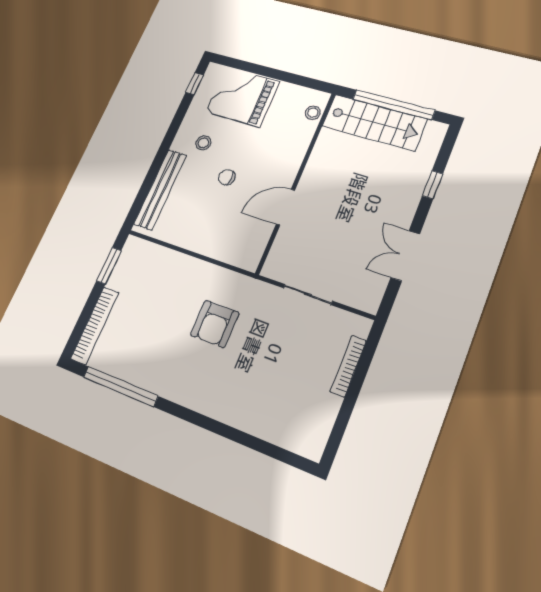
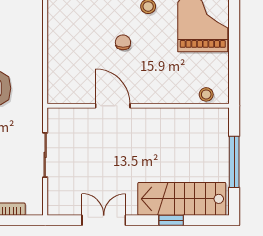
window: (393, 105) -> (234, 162), width x0.68
stairs: (374, 122) -> (182, 199), moved, turned 90

